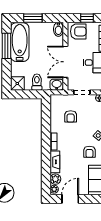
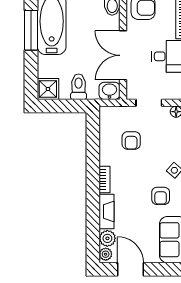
door: (70, 199) -> (131, 269), hinge flipped

